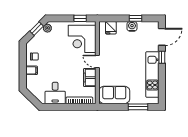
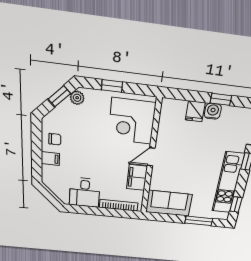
window: (80, 18) -> (112, 86), moved
fridge: (111, 28) -> (195, 111), moved
door: (97, 61) -> (151, 157), hinge flipped
window: (162, 90) -> (236, 204), added

